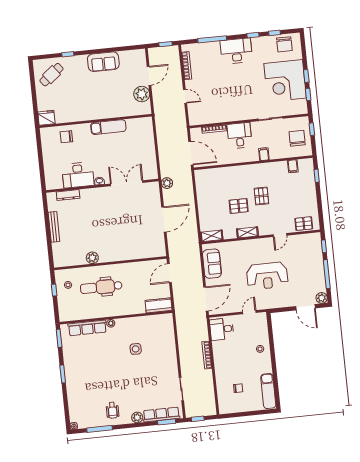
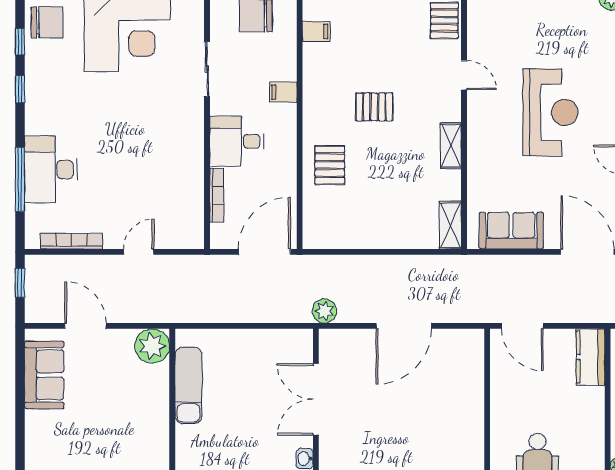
desk: (236, 51) -> (51, 169), moved
sofa: (103, 62) -> (44, 375), moved
plant: (142, 94) -> (152, 346), moved
exam couch: (108, 127) -> (188, 385), moved
pallet: (239, 206) -> (330, 165), moved
door: (164, 219) -> (404, 326), swing flipped

